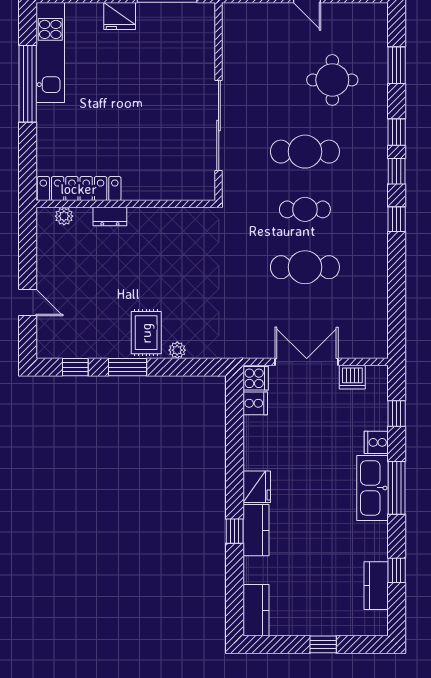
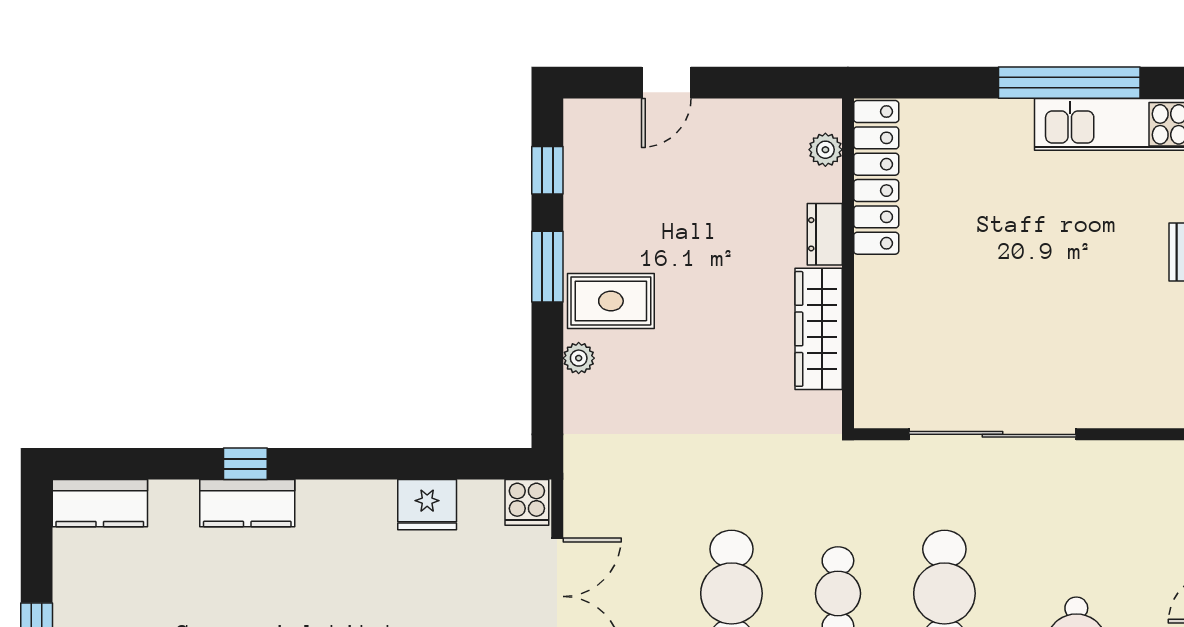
wardrobe: (161, 220) -> (819, 329), added
cooker: (255, 403) -> (481, 502), removed
fridge: (257, 487) -> (427, 505), moved

